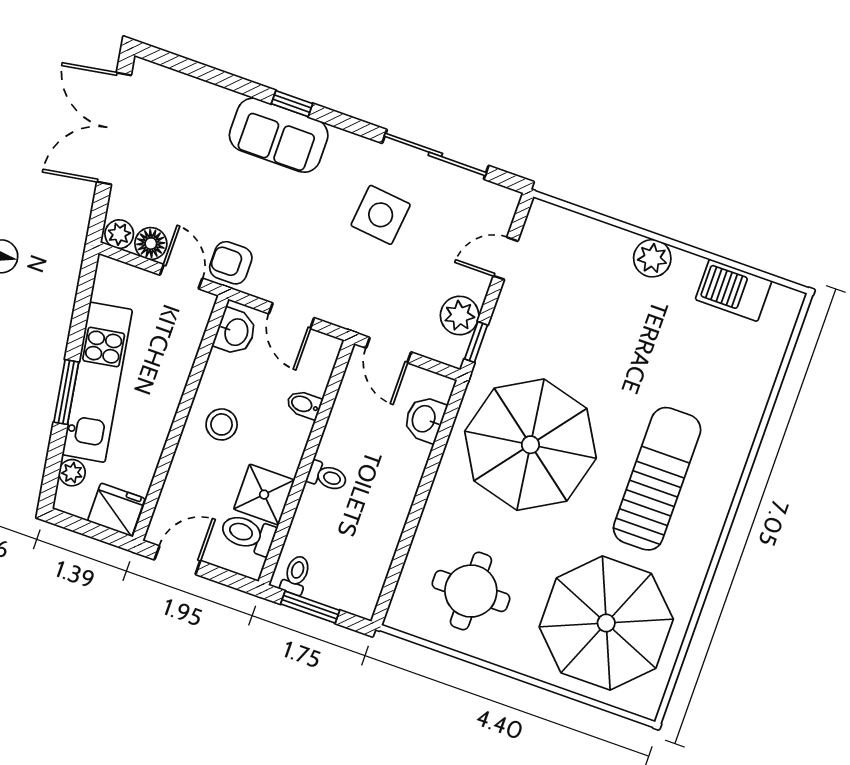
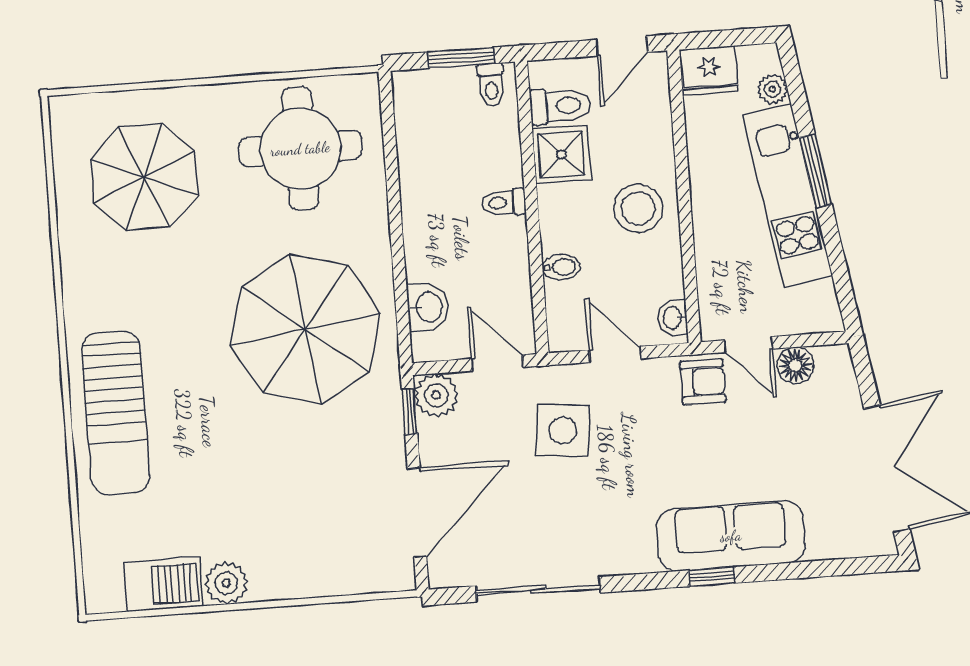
sofa: (279, 135) -> (731, 536), width x1.36
side table: (381, 215) -> (563, 431), moved
plant: (119, 234) -> (833, 361), removed
door: (506, 258) -> (417, 513), width x1.88
plant: (652, 258) -> (226, 583), moved
plant: (460, 316) -> (436, 395), moved
washbasin: (235, 332) -> (673, 318), width x0.72, depth x0.69
stool: (222, 424) -> (638, 208), width x1.38, depth x1.38
sun lounger: (657, 479) -> (116, 413), moved
round table: (471, 591) -> (300, 149), width x1.36, depth x1.36
parasol: (606, 623) -> (144, 177), width x0.73, depth x0.73

